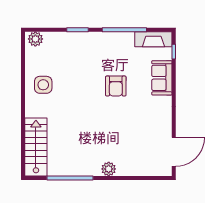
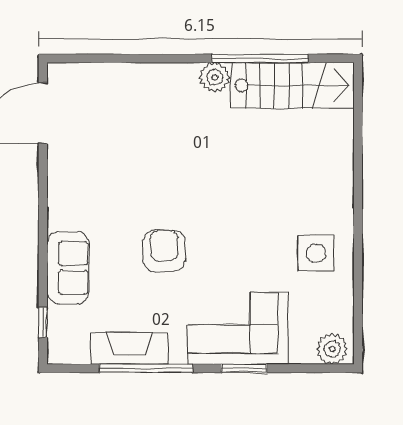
fireplace: (153, 39) -> (130, 348), moved
corner sofa: (81, 49) -> (238, 328), added
stairs: (36, 147) -> (292, 85), moved, turned -90
plant: (109, 169) -> (215, 77), moved

